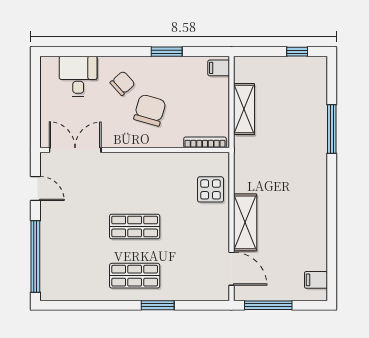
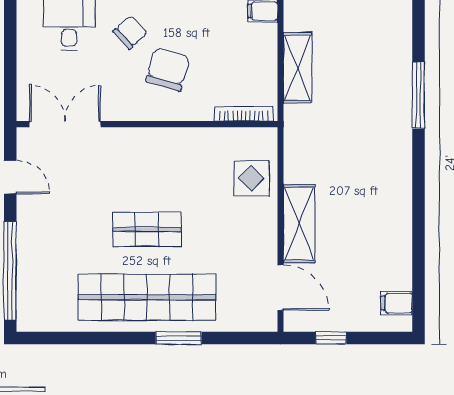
shop shelf: (135, 276) -> (147, 297), width x2.00, depth x1.36
window: (268, 305) -> (331, 338), width x0.46

